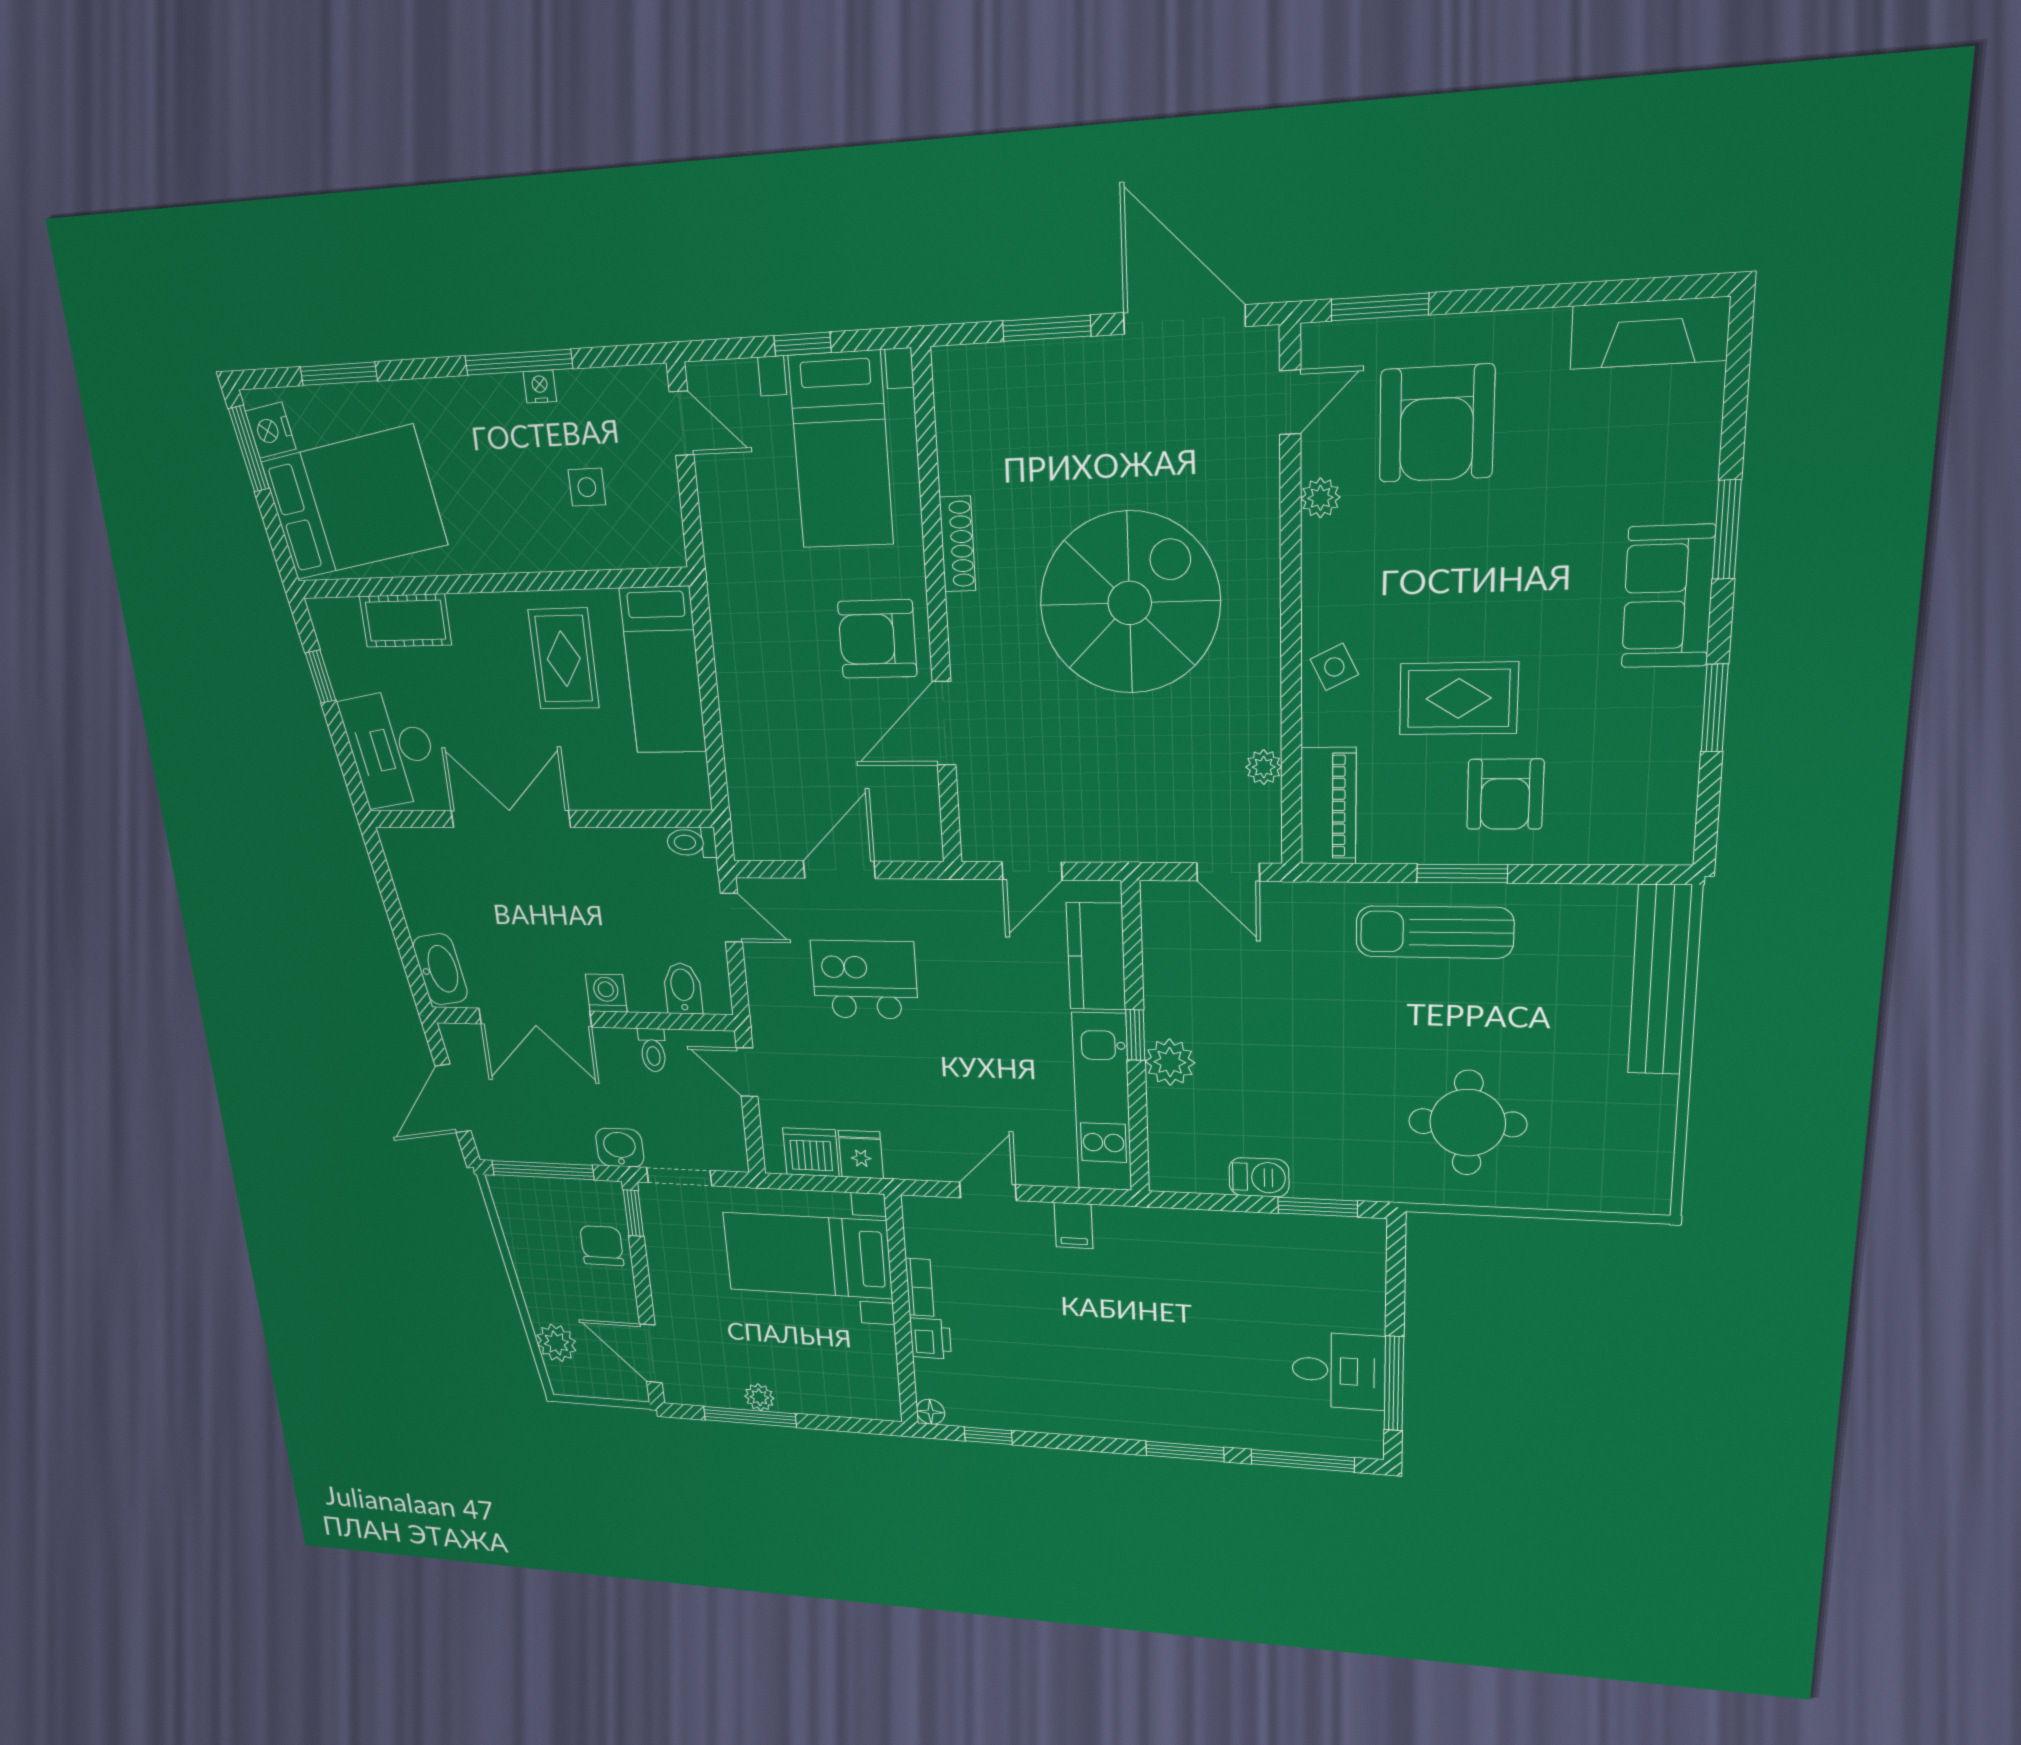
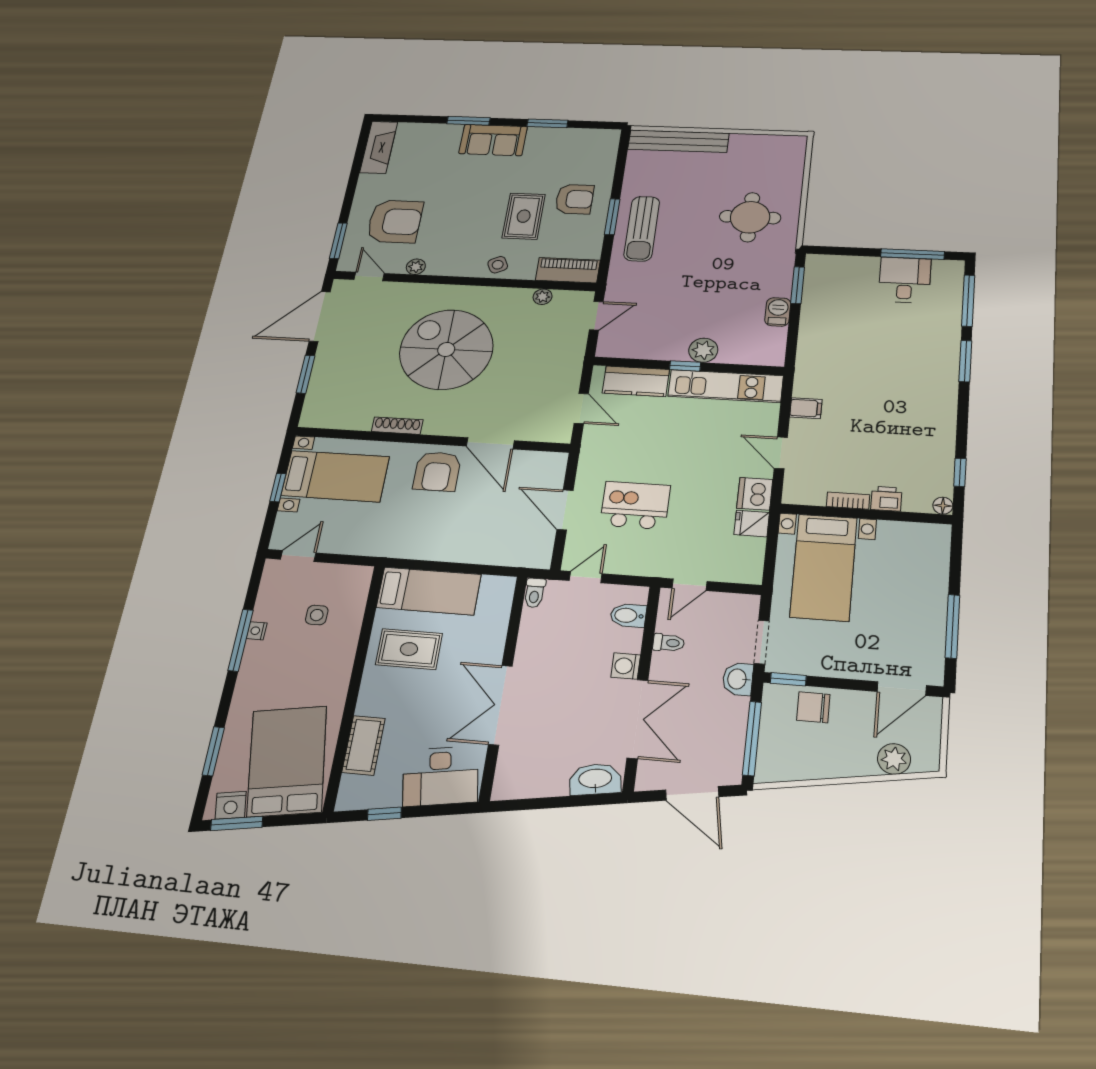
kitchen island: (865, 980) -> (635, 505), turned 90
dishwasher: (811, 1152) -> (755, 494), moved
plant: (759, 1397) -> (936, 617), removed

